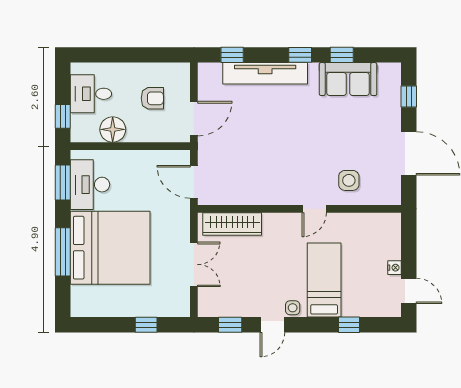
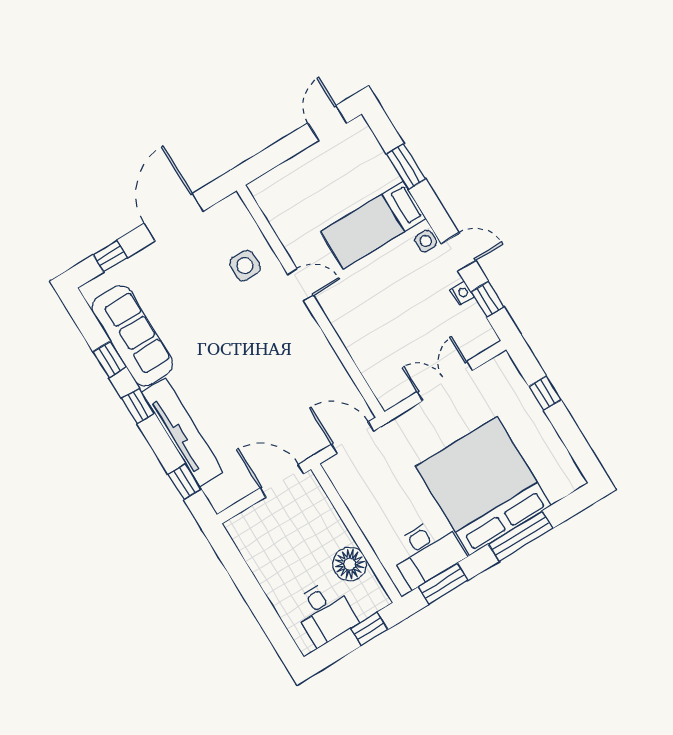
sofa: (348, 79) -> (132, 336), width x1.36
armchair: (152, 98) -> (288, 541), removed
door: (194, 182) -> (353, 438), swing flipped
wardrobe: (232, 224) -> (373, 366), removed
nightstand: (394, 268) -> (462, 293), moved, turned 90
window: (349, 325) -> (406, 167), width x1.50

